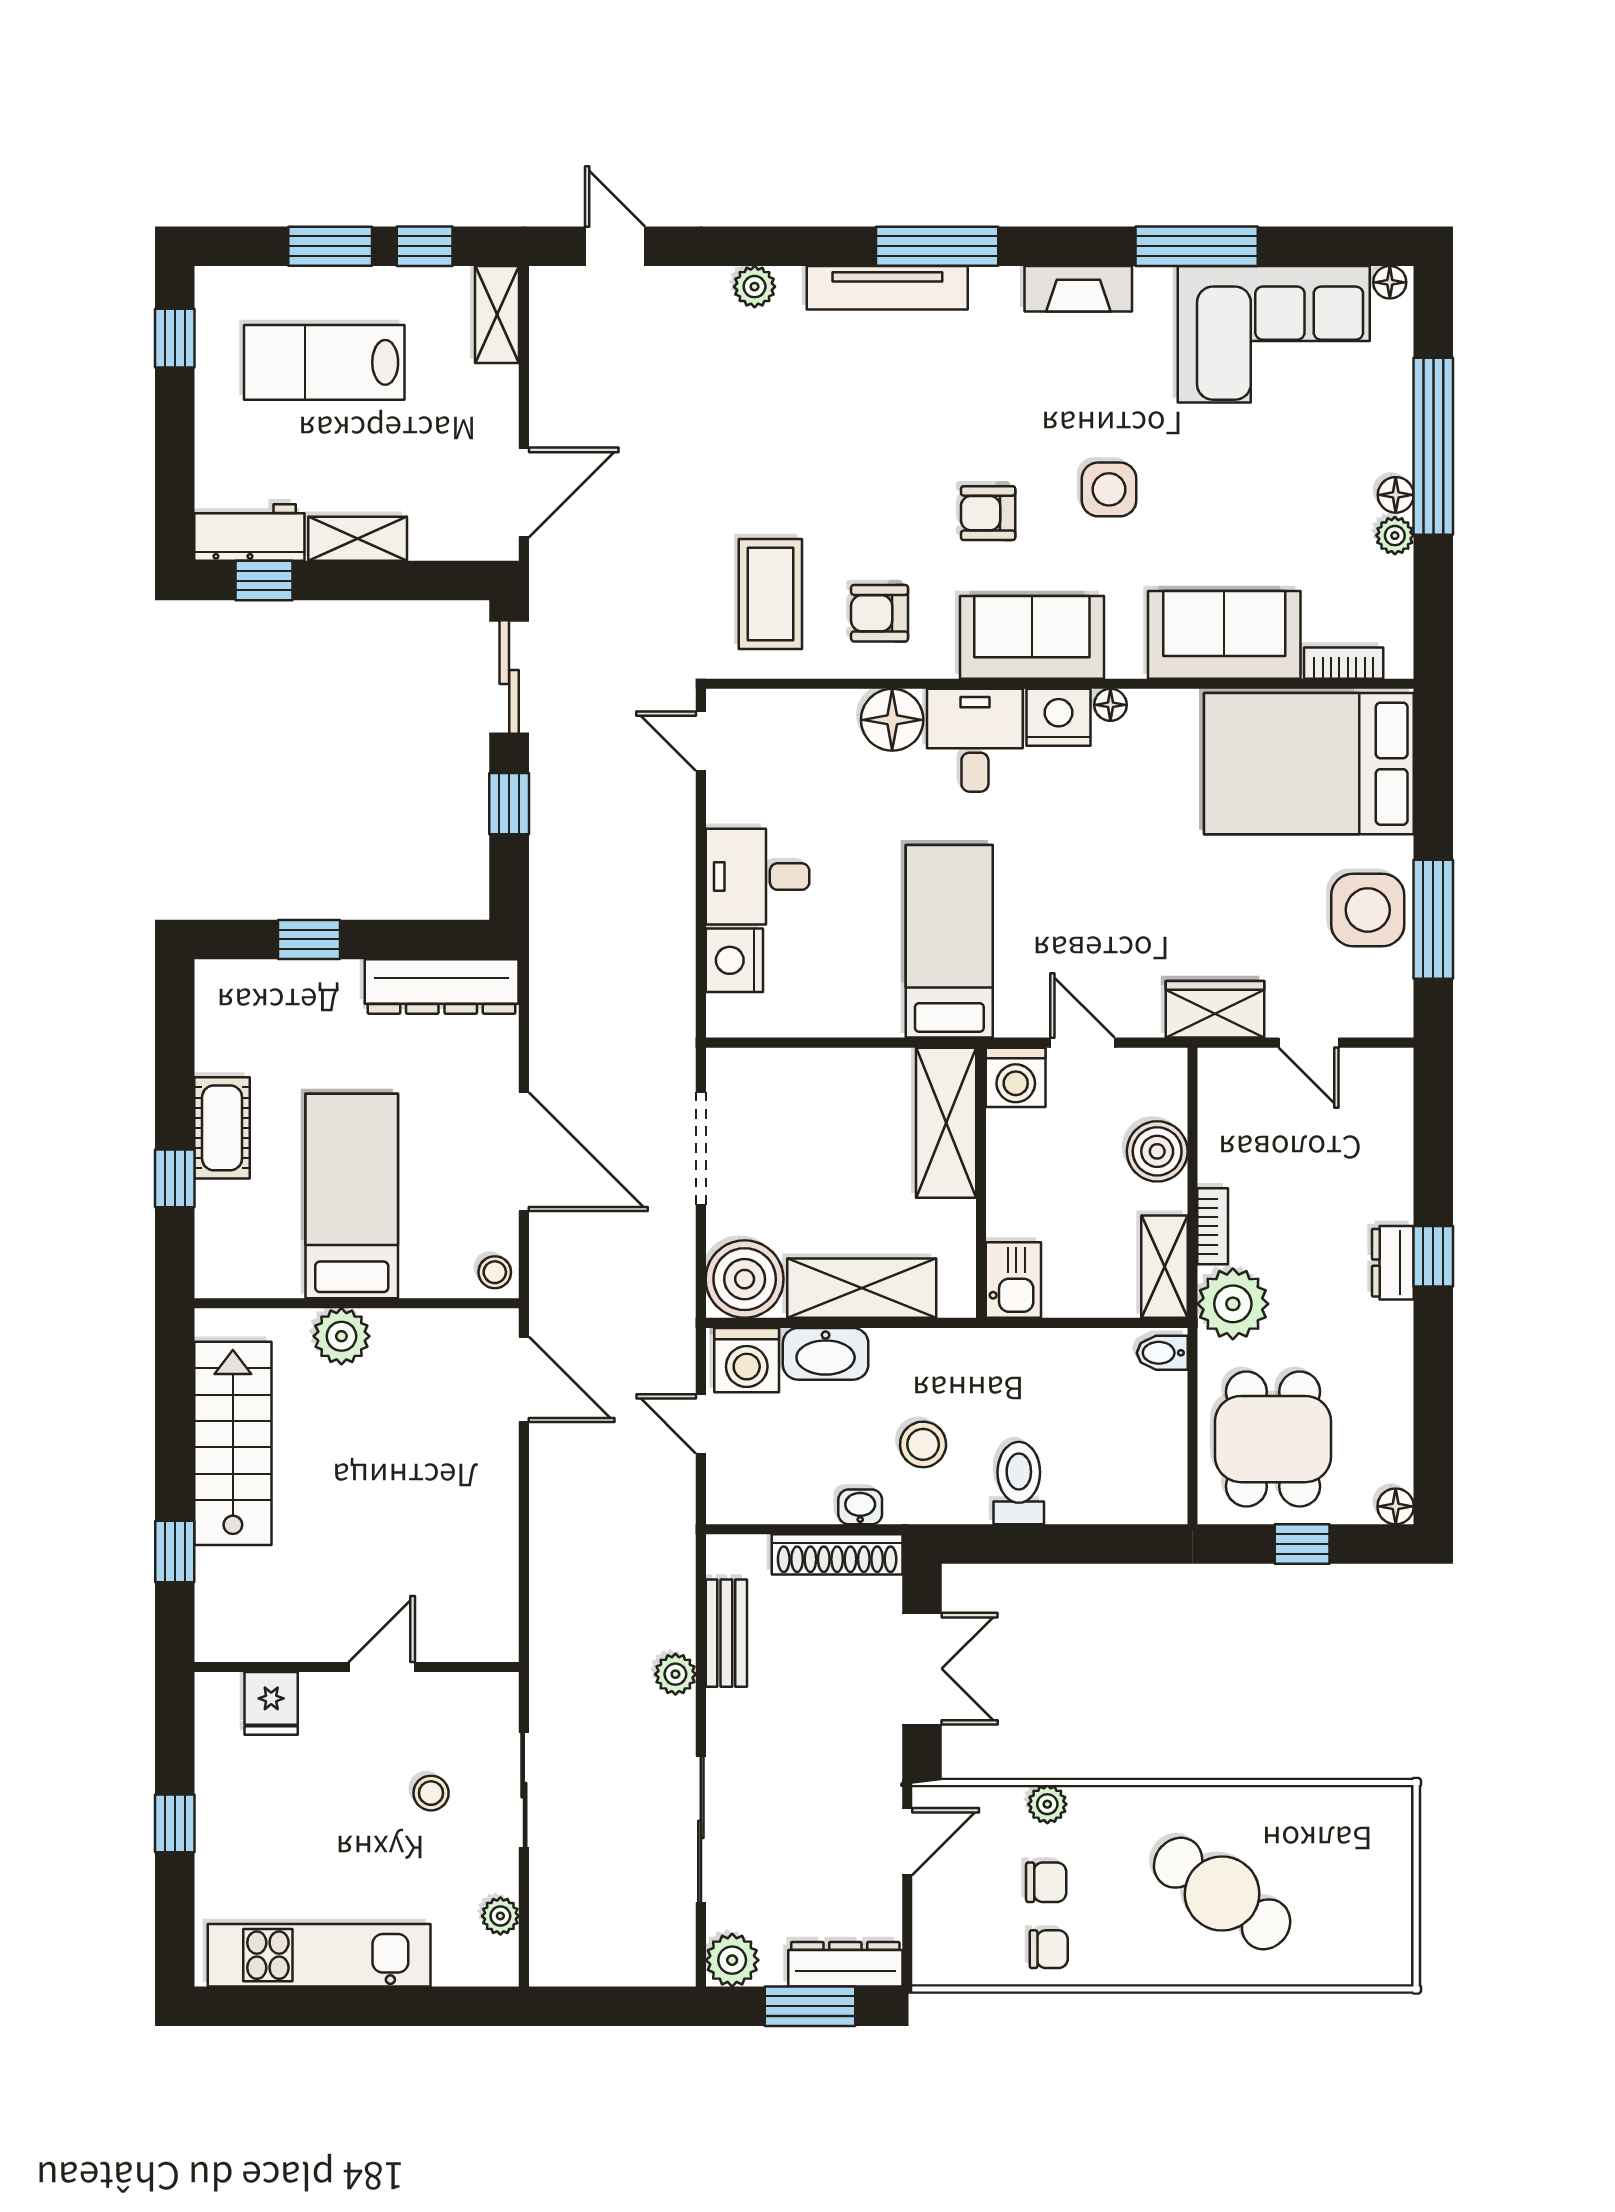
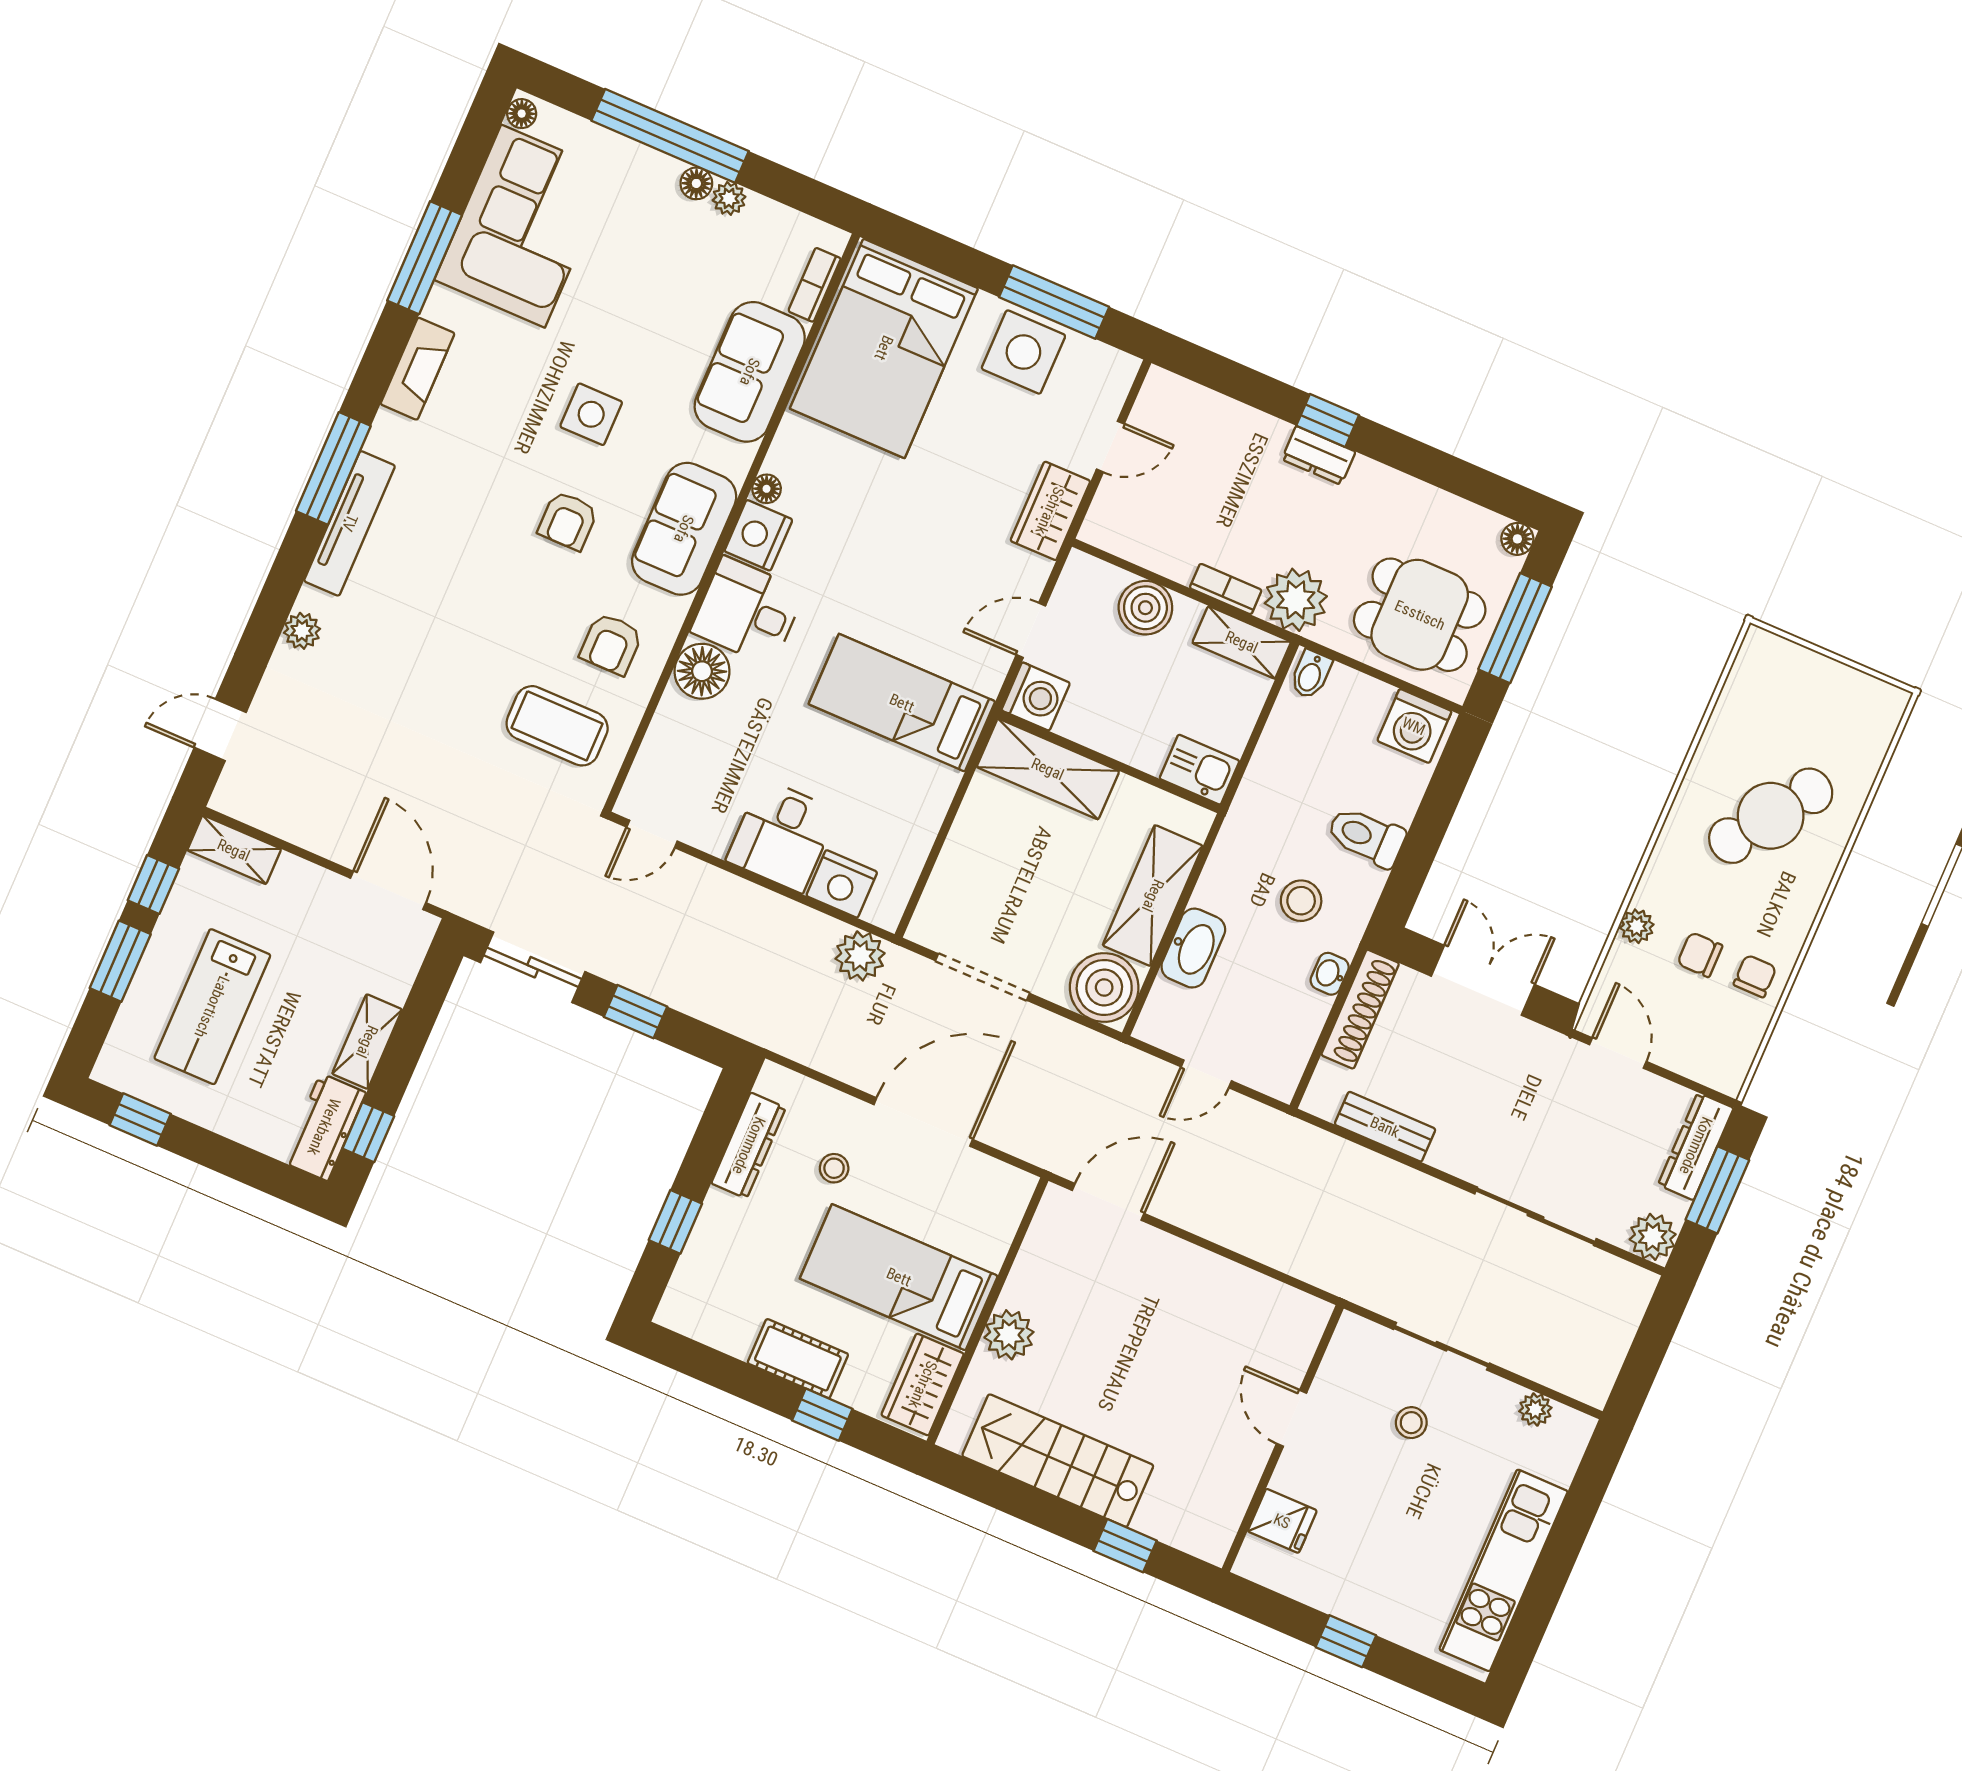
dresser: (442, 986) -> (749, 1146), width x0.73, depth x0.80
wardrobe: (251, 1269) -> (923, 1385), added
stool: (495, 1272) -> (834, 1168), moved
washing machine: (747, 1360) -> (1414, 726), moved, turned 90
window: (1302, 1544) -> (1515, 628), width x2.17
plant: (675, 1674) -> (860, 956), moved, width x1.38, depth x1.38
chair: (1046, 1882) -> (1700, 955), turned -90

